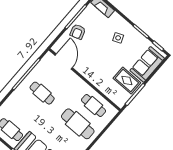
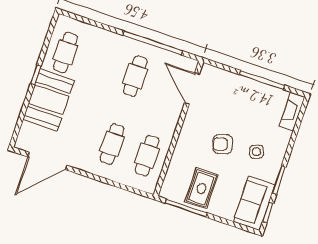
armchair: (78, 32) -> (223, 144), moved
door: (64, 62) -> (192, 89), swing flipped
sofa: (147, 64) -> (254, 203), moved, turned -90
cafe table: (78, 124) -> (112, 144), width x0.73, depth x0.74

